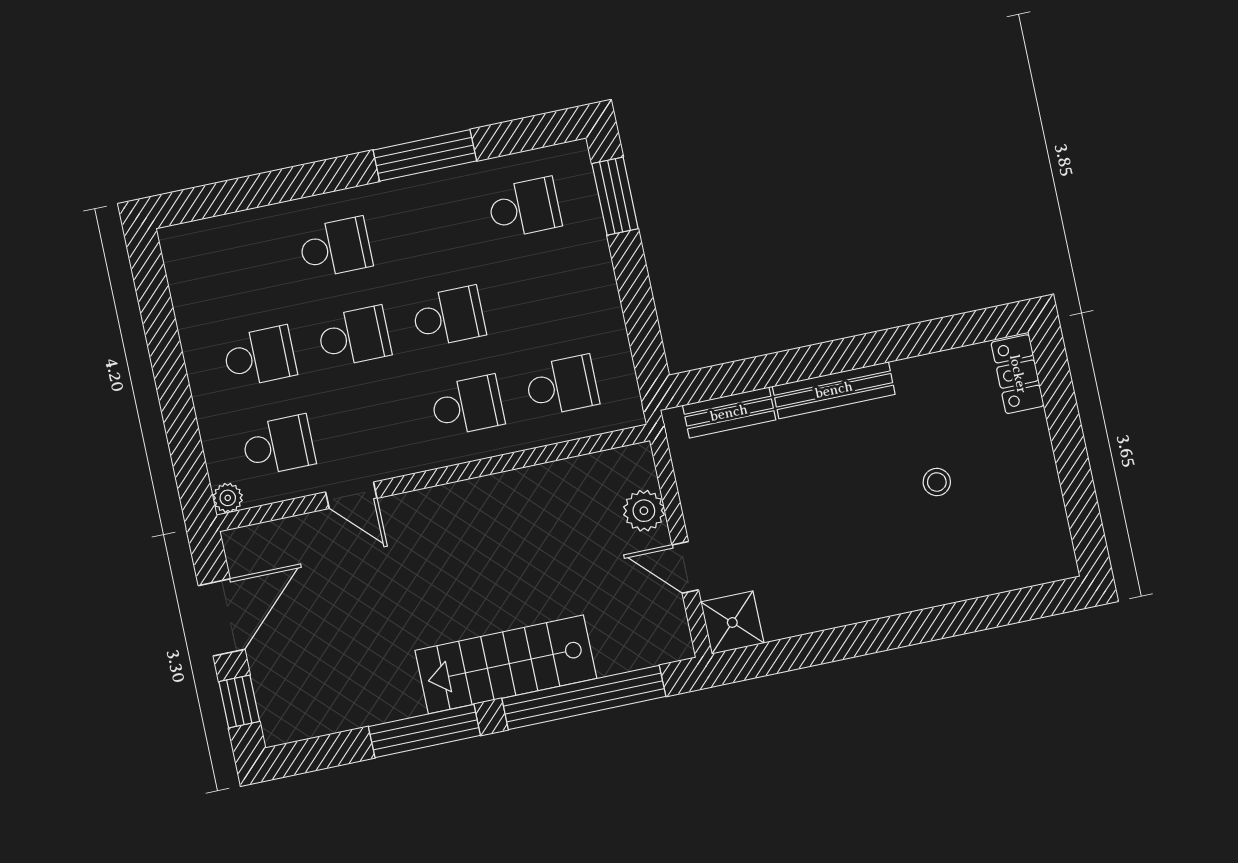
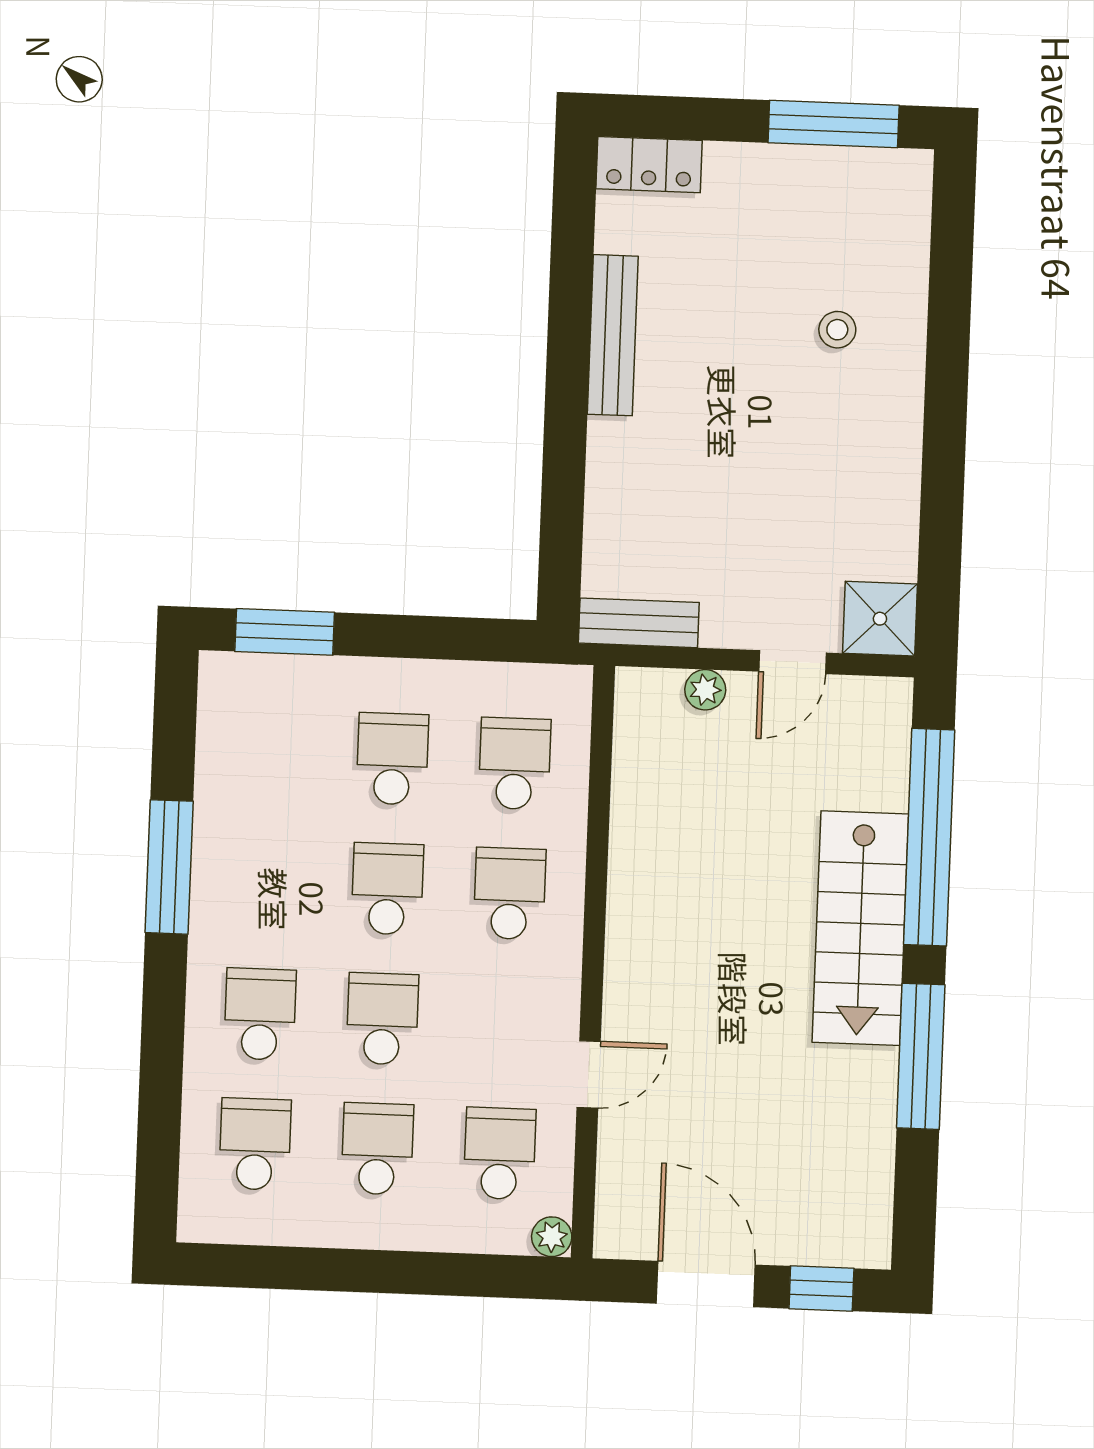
school desk: (524, 208) -> (392, 759), moved
school desk: (241, 267) -> (255, 1144), added
bench: (834, 390) -> (613, 335), moved
bench: (729, 413) -> (639, 623), moved, turned 90
stool: (937, 482) -> (837, 330), moved
window: (1080, 500) -> (834, 124), added
plant: (644, 511) -> (705, 690), width x0.73, depth x0.73

